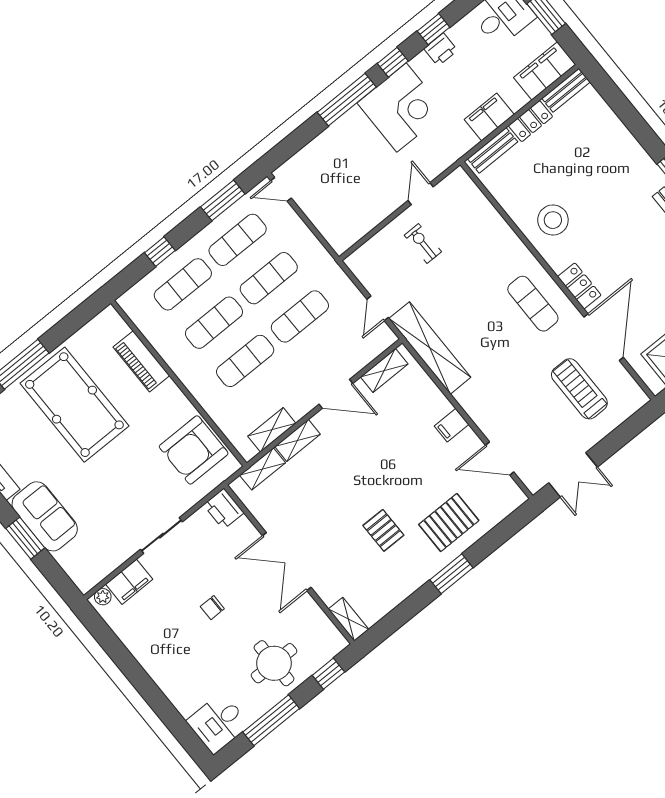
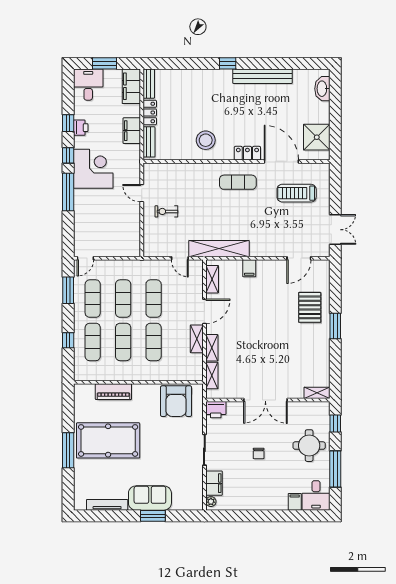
filing cabinet: (452, 425) -> (249, 268), moved
shelving: (272, 430) -> (197, 339), moved
pallet: (383, 530) -> (288, 342), removed
filing cabinet: (188, 703) -> (295, 502), added

